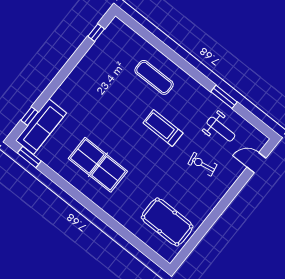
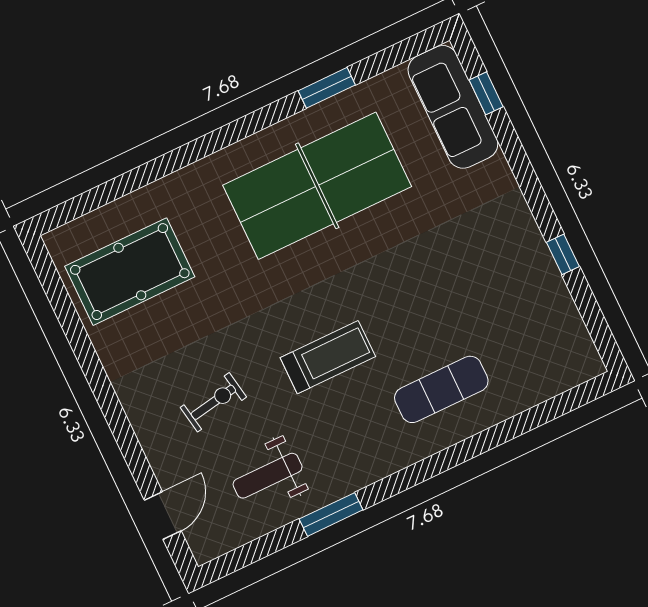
window: (96, 33) -> (563, 254), moved
window: (29, 157) -> (327, 88), moved
table tennis table: (98, 165) -> (317, 186), width x1.36, depth x1.32

